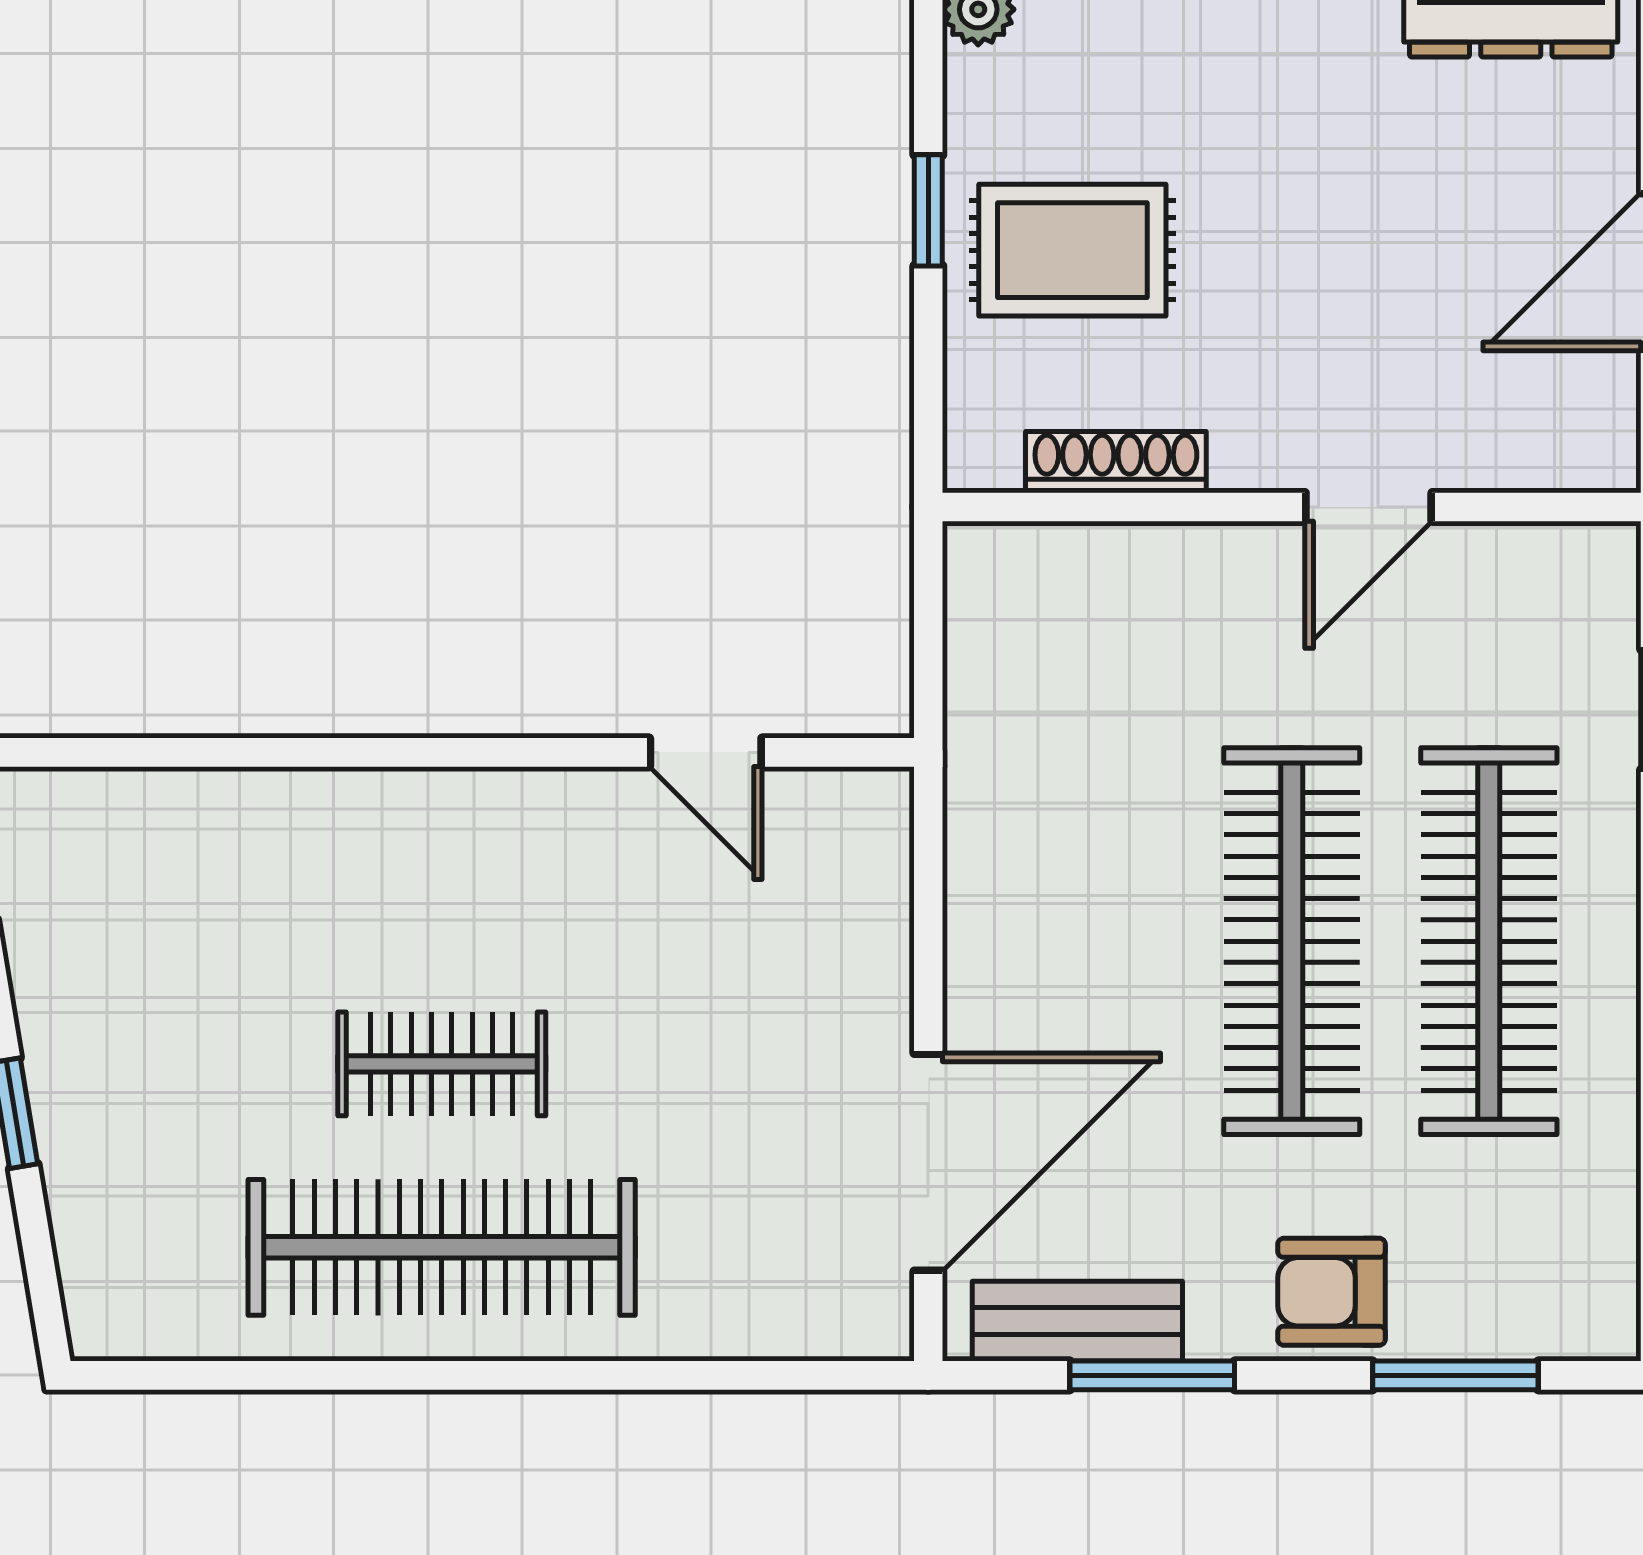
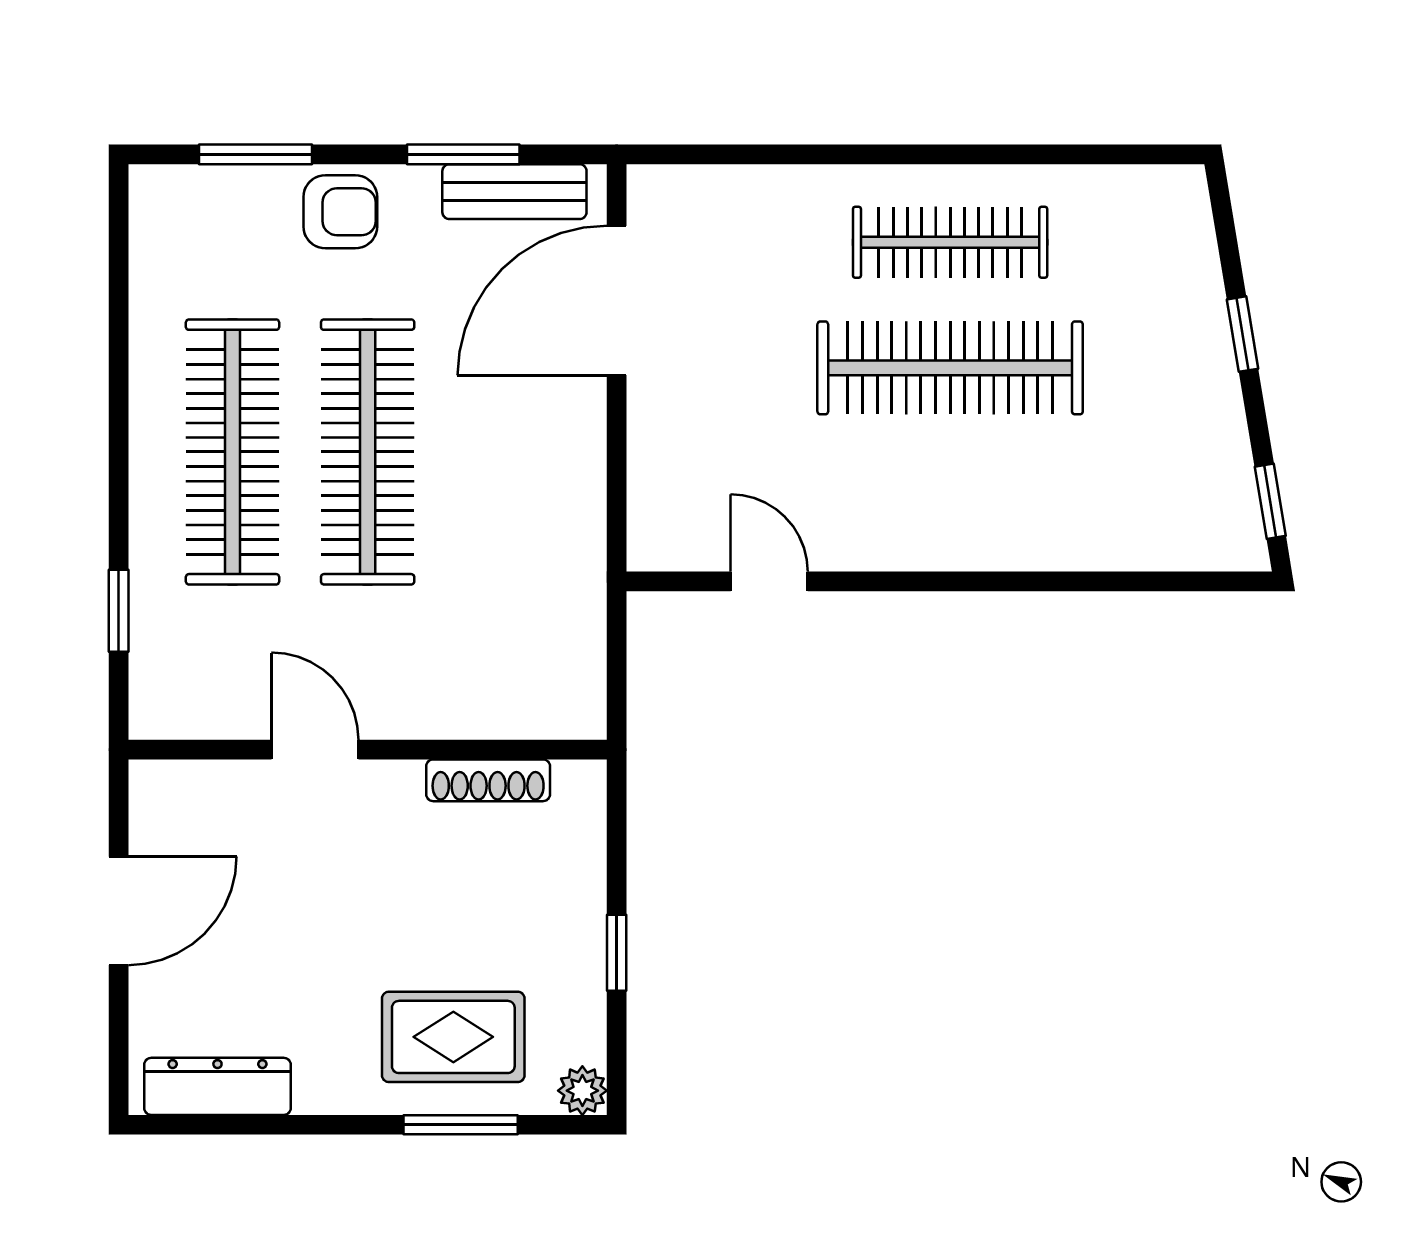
rug: (1072, 250) -> (453, 1037), moved
door: (1369, 507) -> (315, 750), hinge flipped
clothes rail: (442, 1064) -> (950, 368), width x1.86, depth x1.31
clothes rail: (442, 1247) -> (950, 242), width x0.73, depth x0.76

